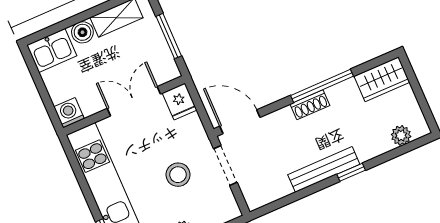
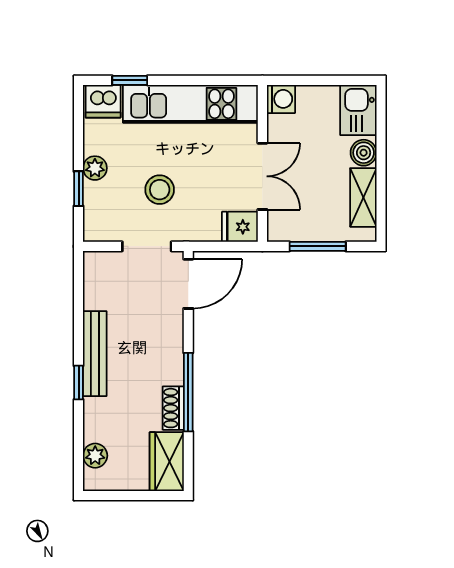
shoe rack: (310, 105) -> (173, 408), moved

